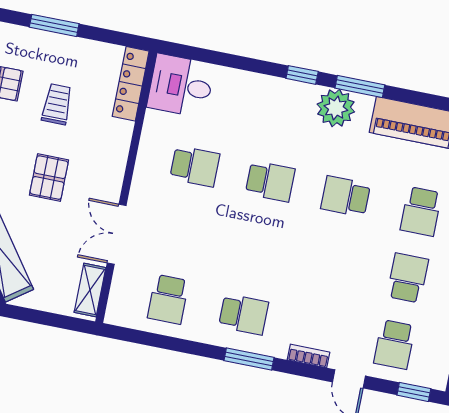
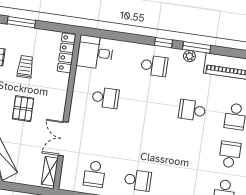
plant: (336, 108) -> (189, 56), width x0.53, depth x0.53
school desk: (270, 181) -> (154, 66), moved

